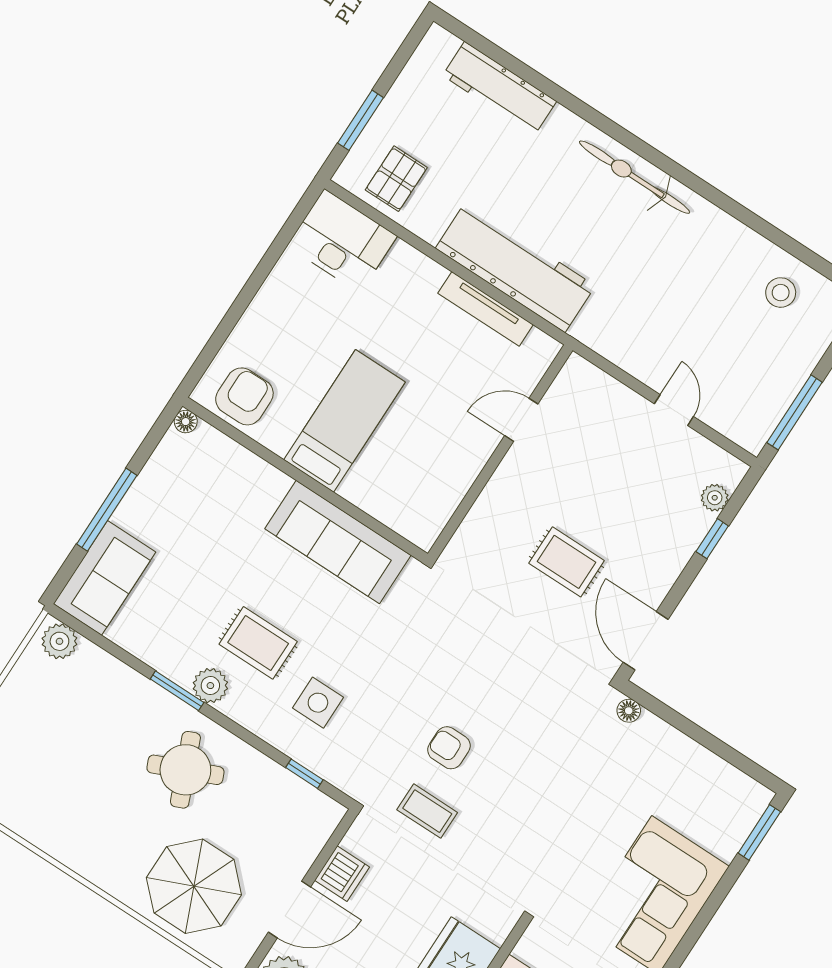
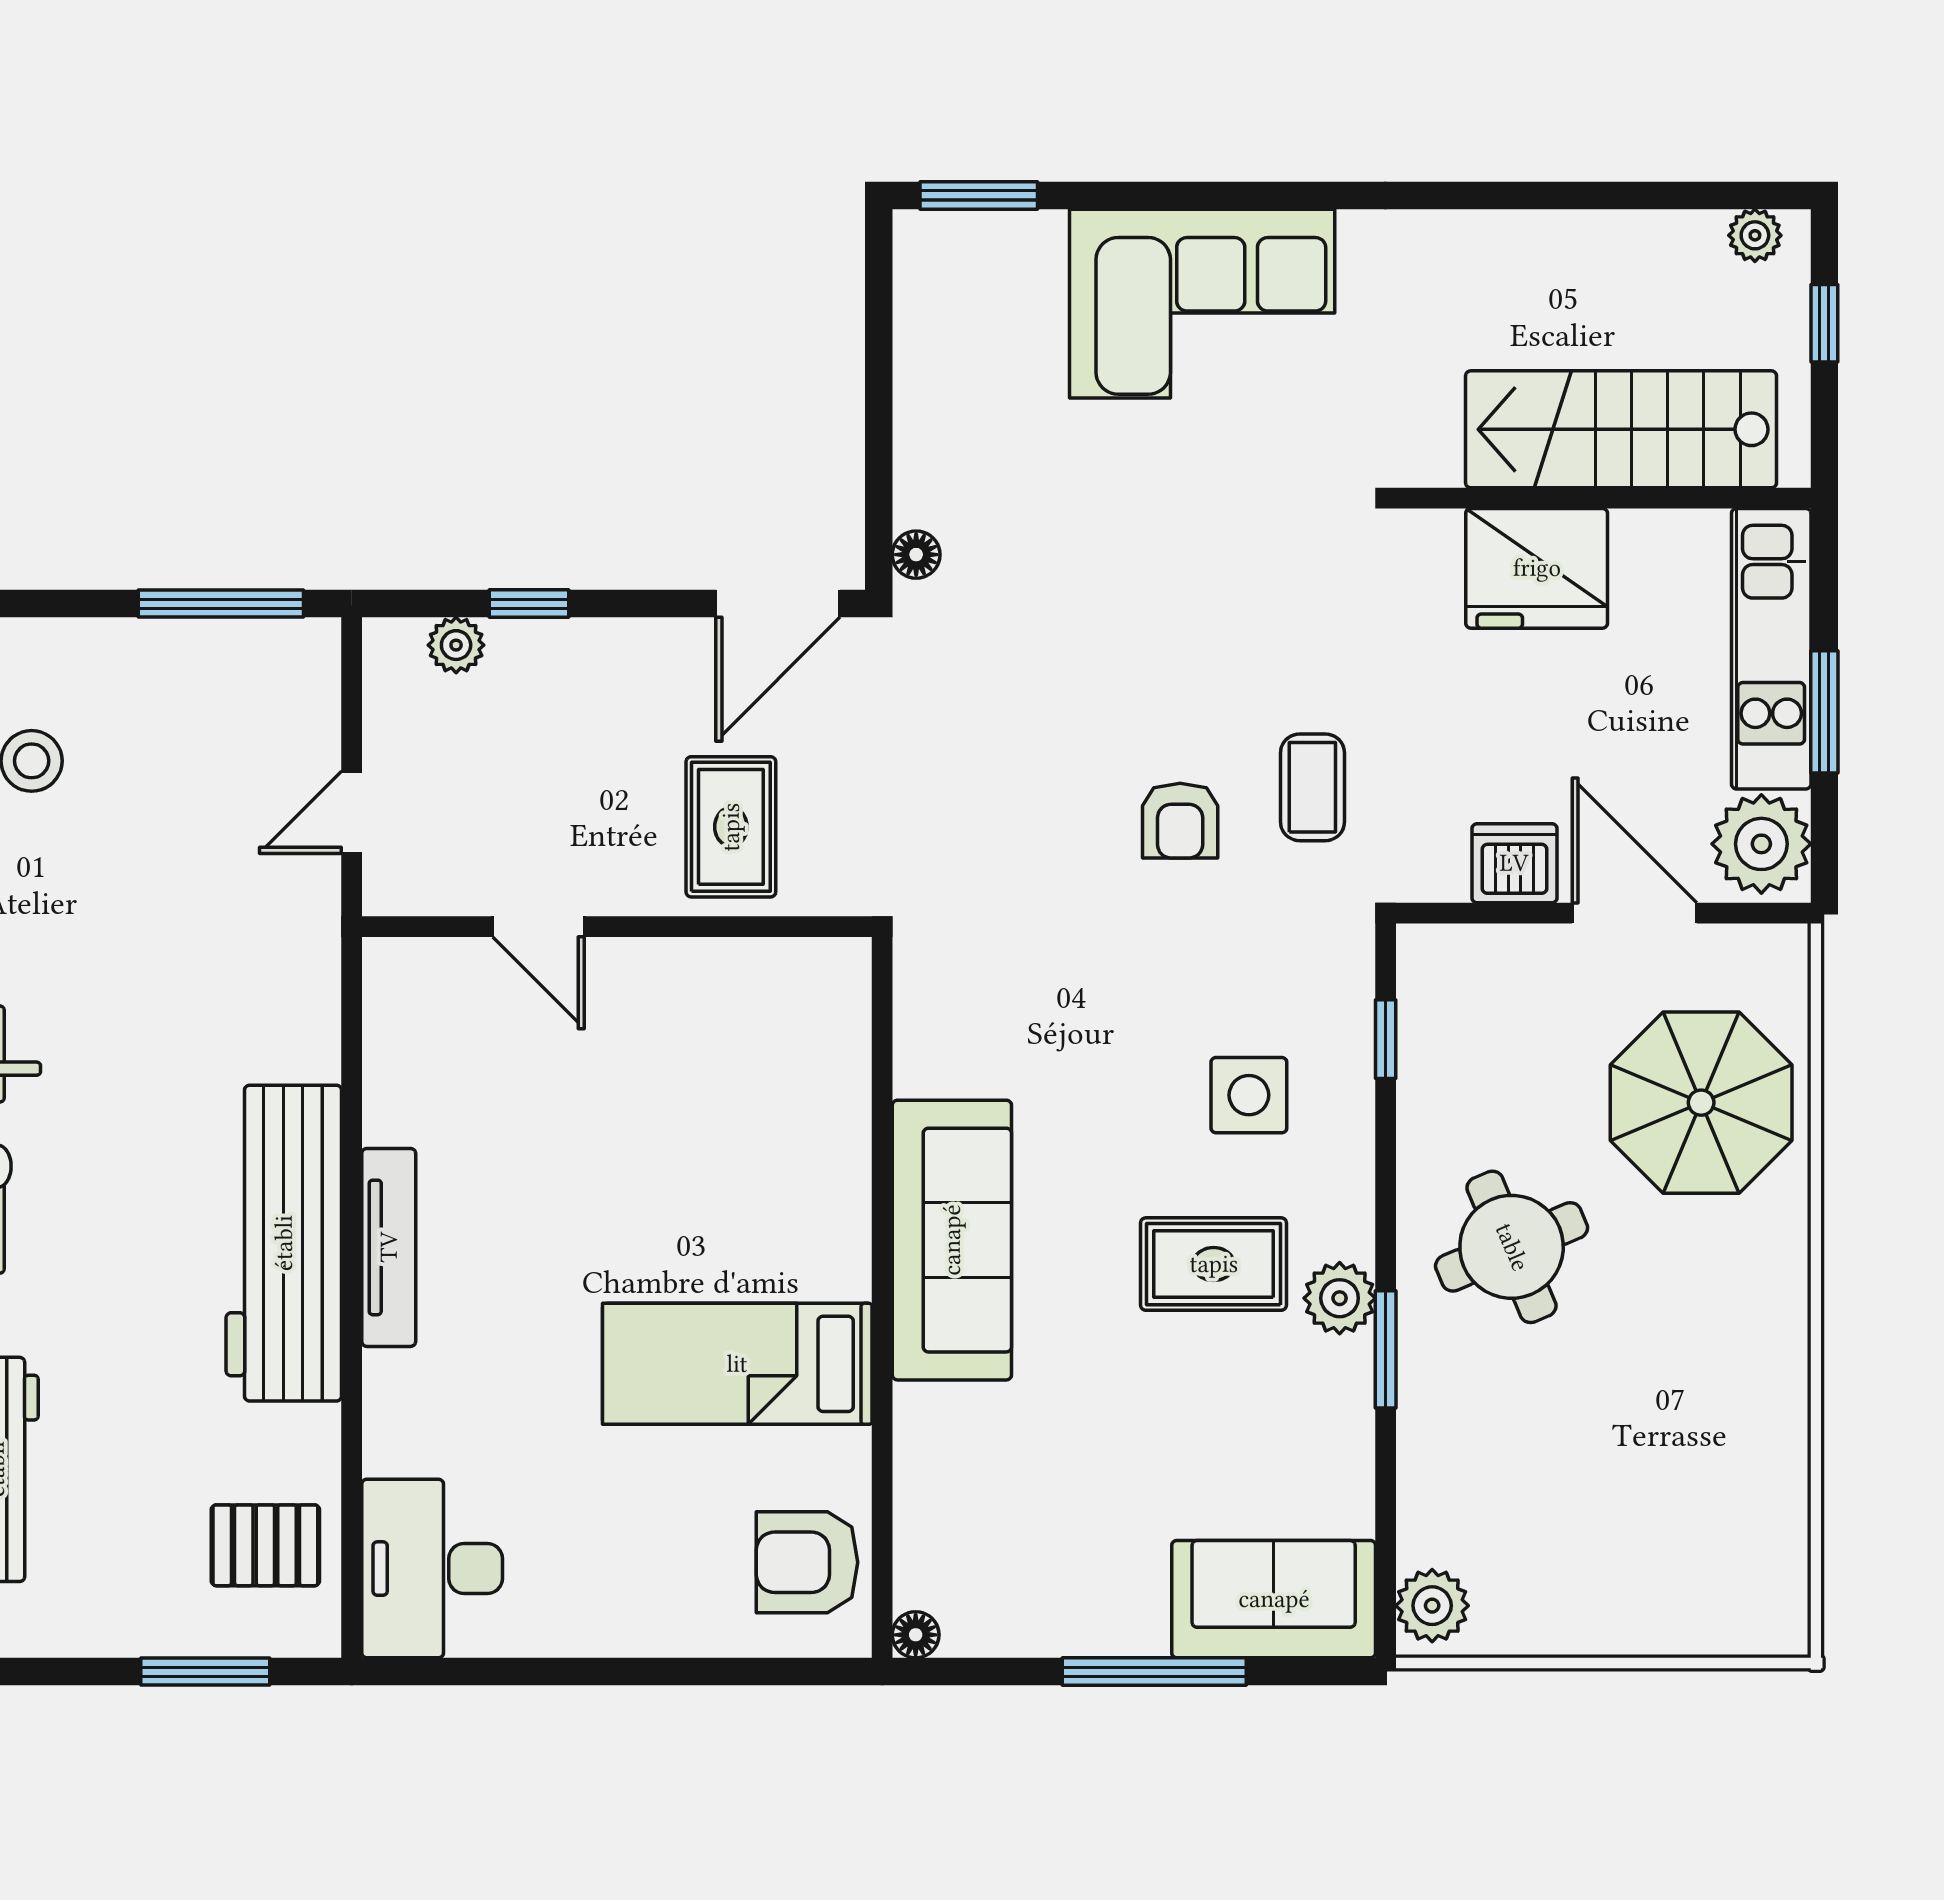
door: (521, 420) -> (538, 927), moved
wall: (500, 452) -> (617, 927), moved
rug: (258, 643) -> (1214, 1264), turned 90

